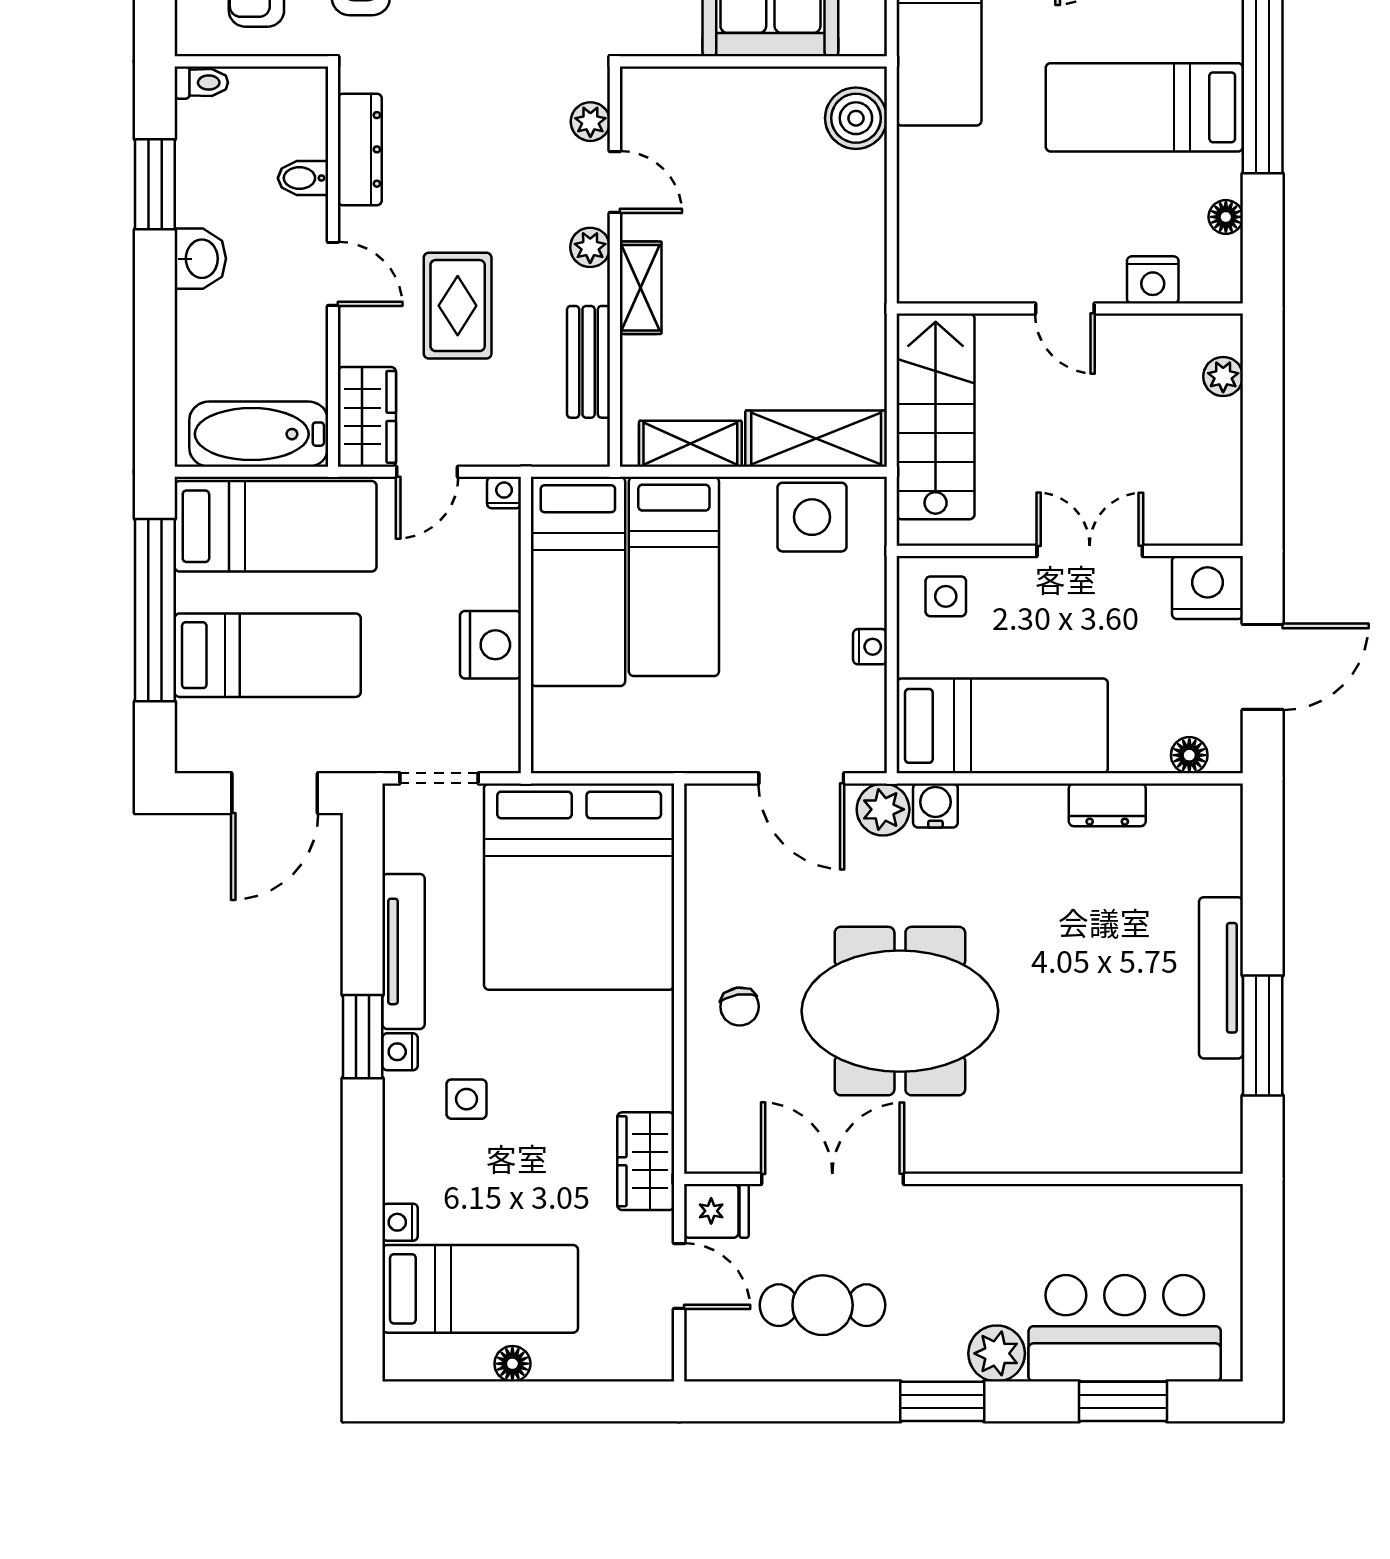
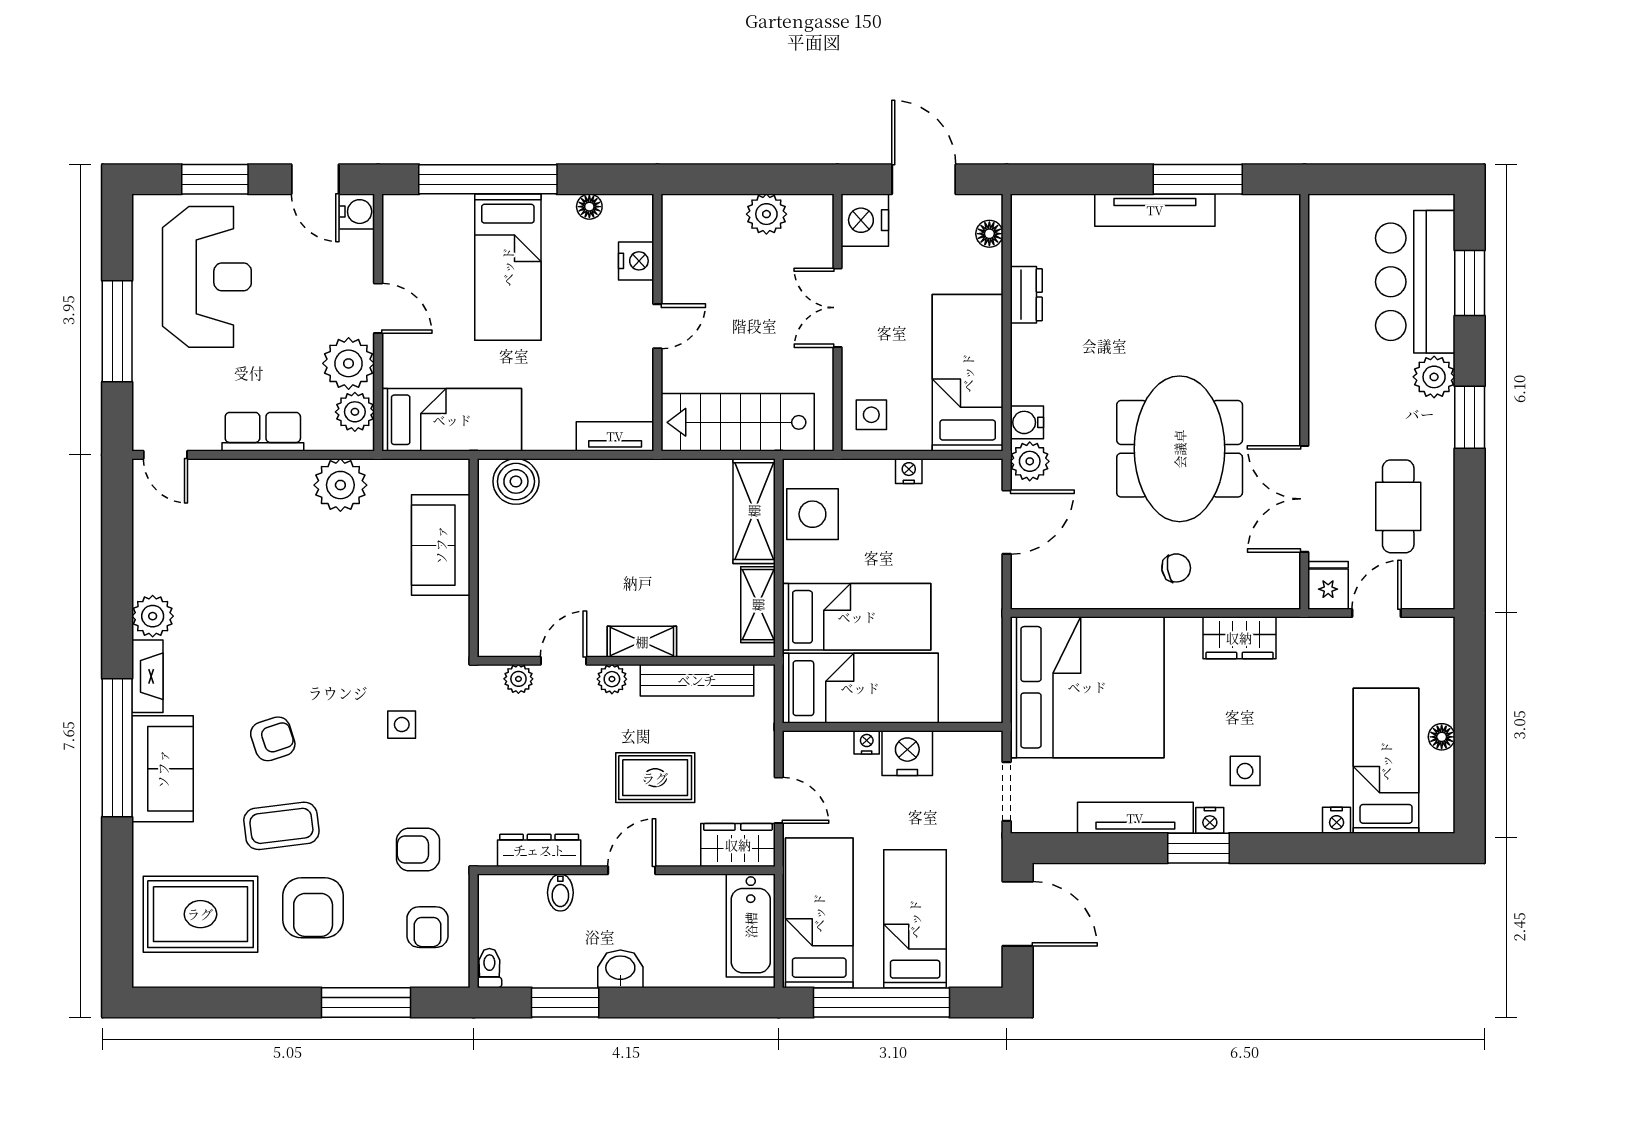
tv unit: (917, 252) -> (615, 436), added
bench: (589, 362) -> (697, 680), width x1.36
plant: (1223, 377) -> (766, 214), moved, width x1.38, depth x1.38
nightstand: (504, 493) -> (867, 742), moved, turned 90
wardrobe: (646, 1161) -> (1239, 638), moved

